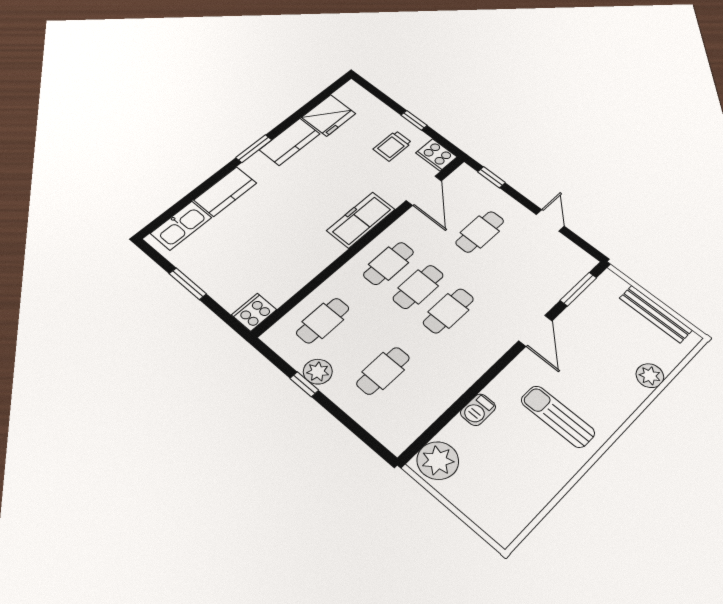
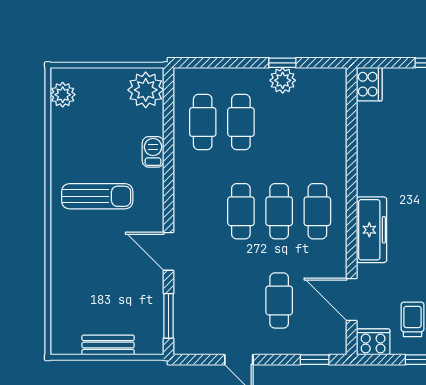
bench: (656, 314) -> (108, 345), width x0.73
cafe table: (323, 321) -> (203, 122), moved
plant: (650, 376) -> (63, 95), moved

